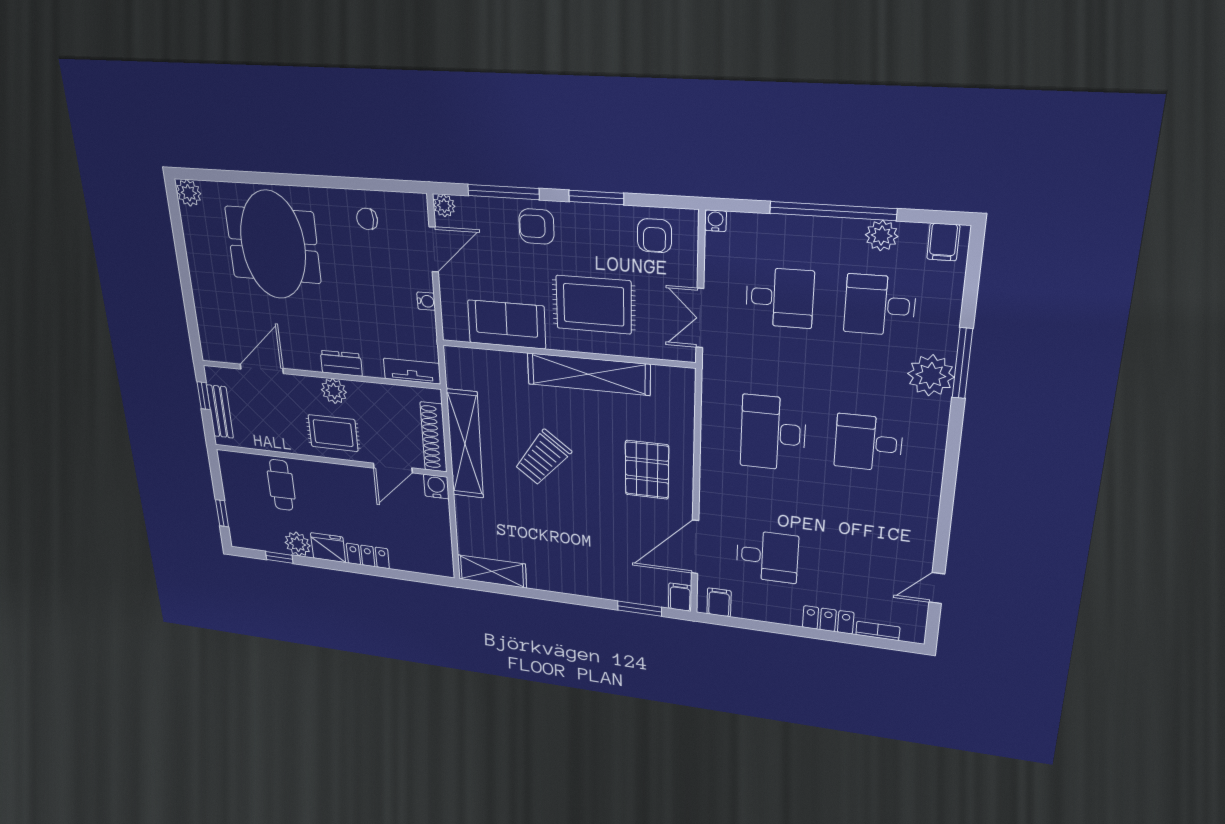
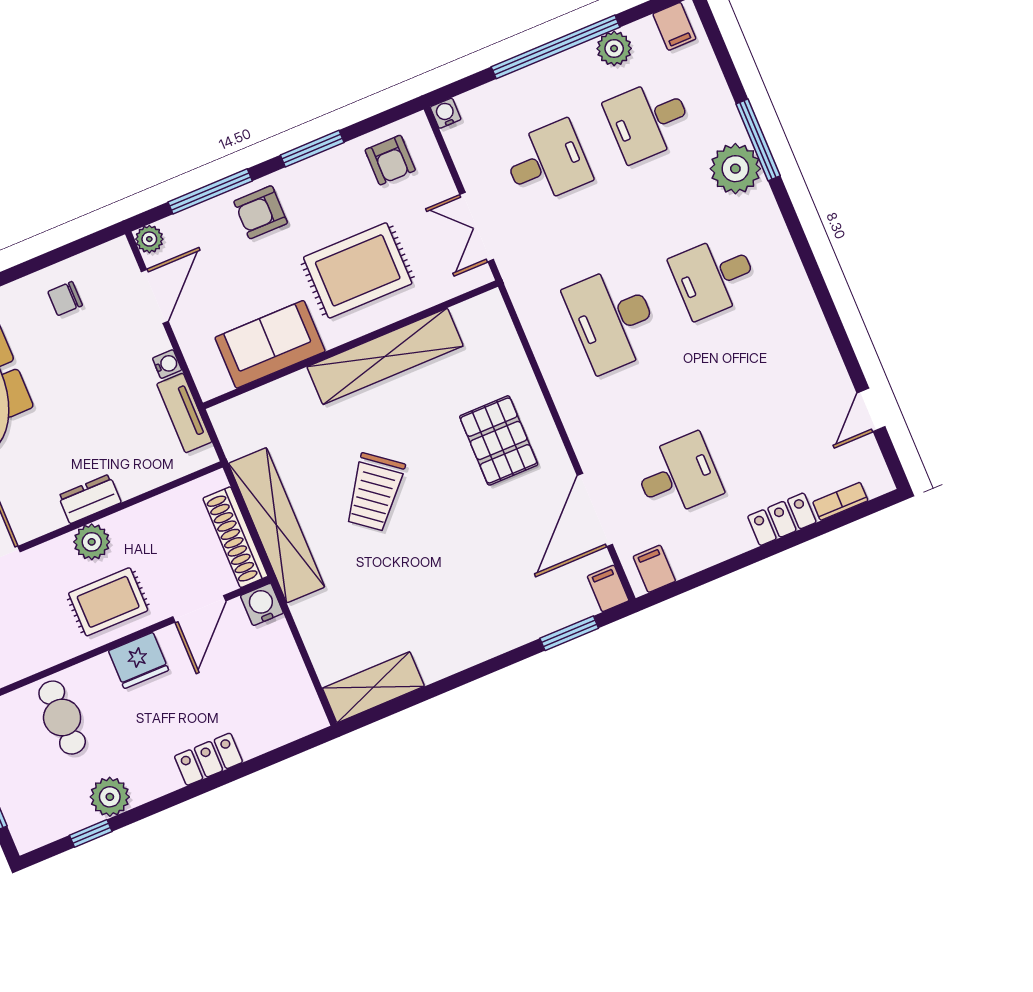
tv unit: (412, 371) -> (184, 413), moved, turned -90
fridge: (328, 548) -> (139, 661), moved, turned 180

